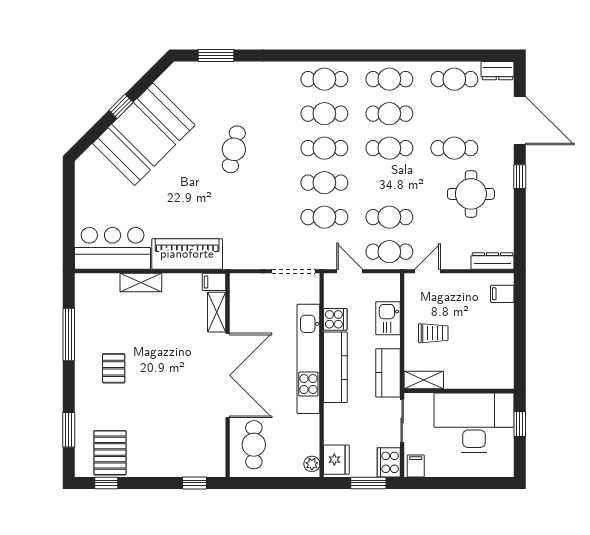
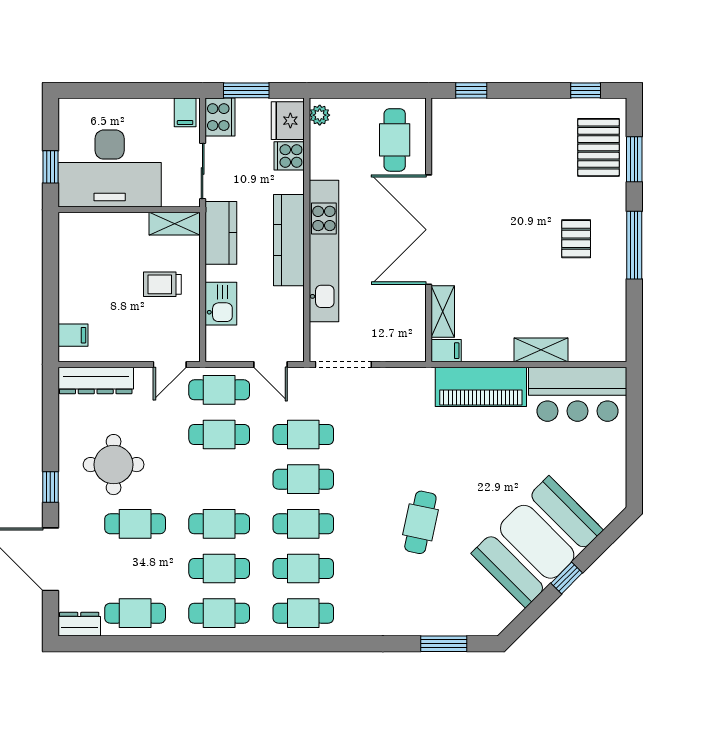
dresser: (493, 261) -> (96, 380), width x1.37, depth x1.24
cooker: (335, 319) -> (289, 156), moved
window: (69, 334) -> (634, 245), moved
pallet: (110, 453) -> (599, 147), moved

